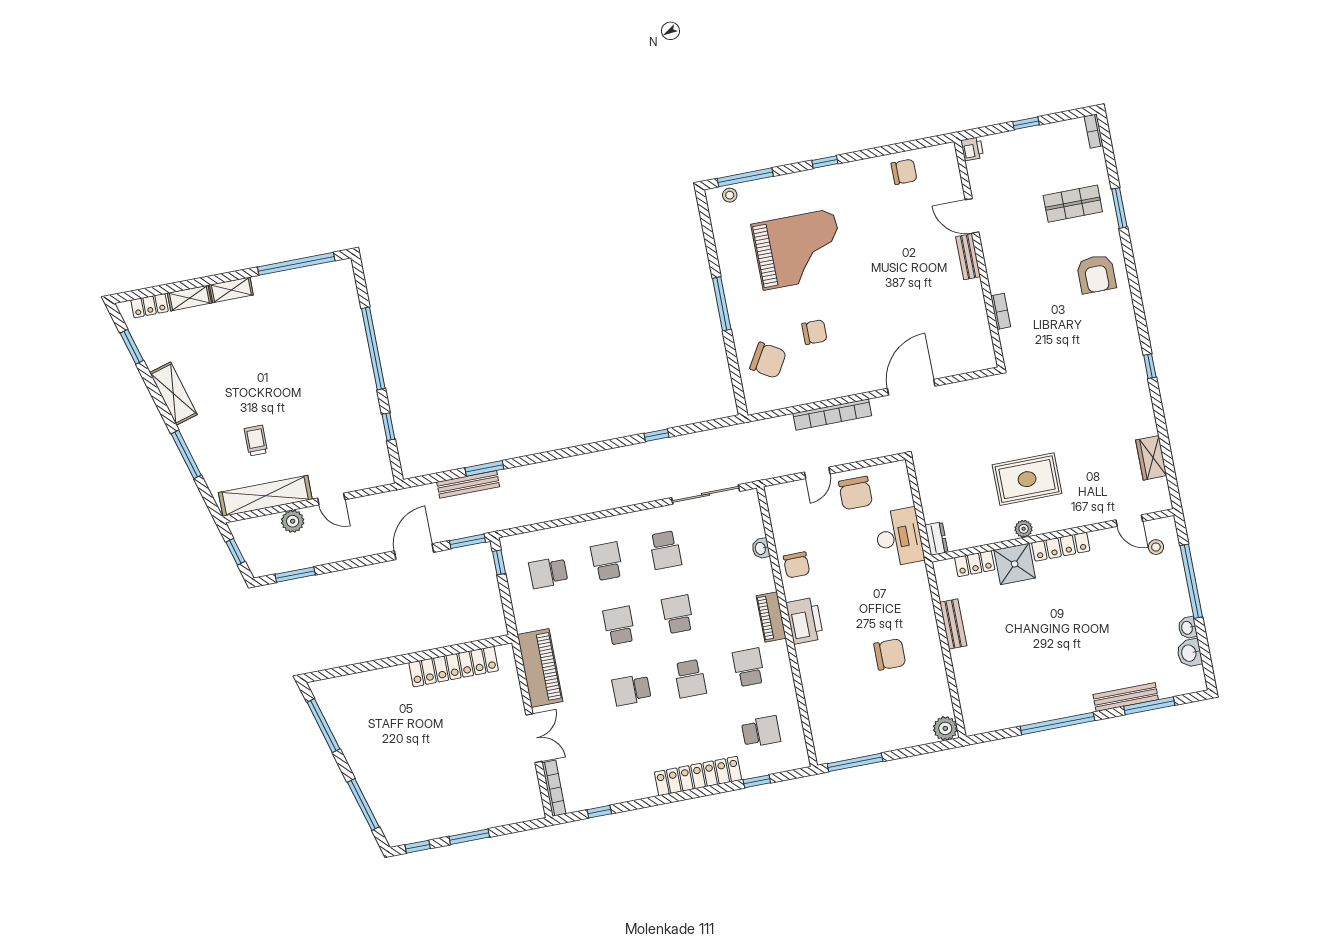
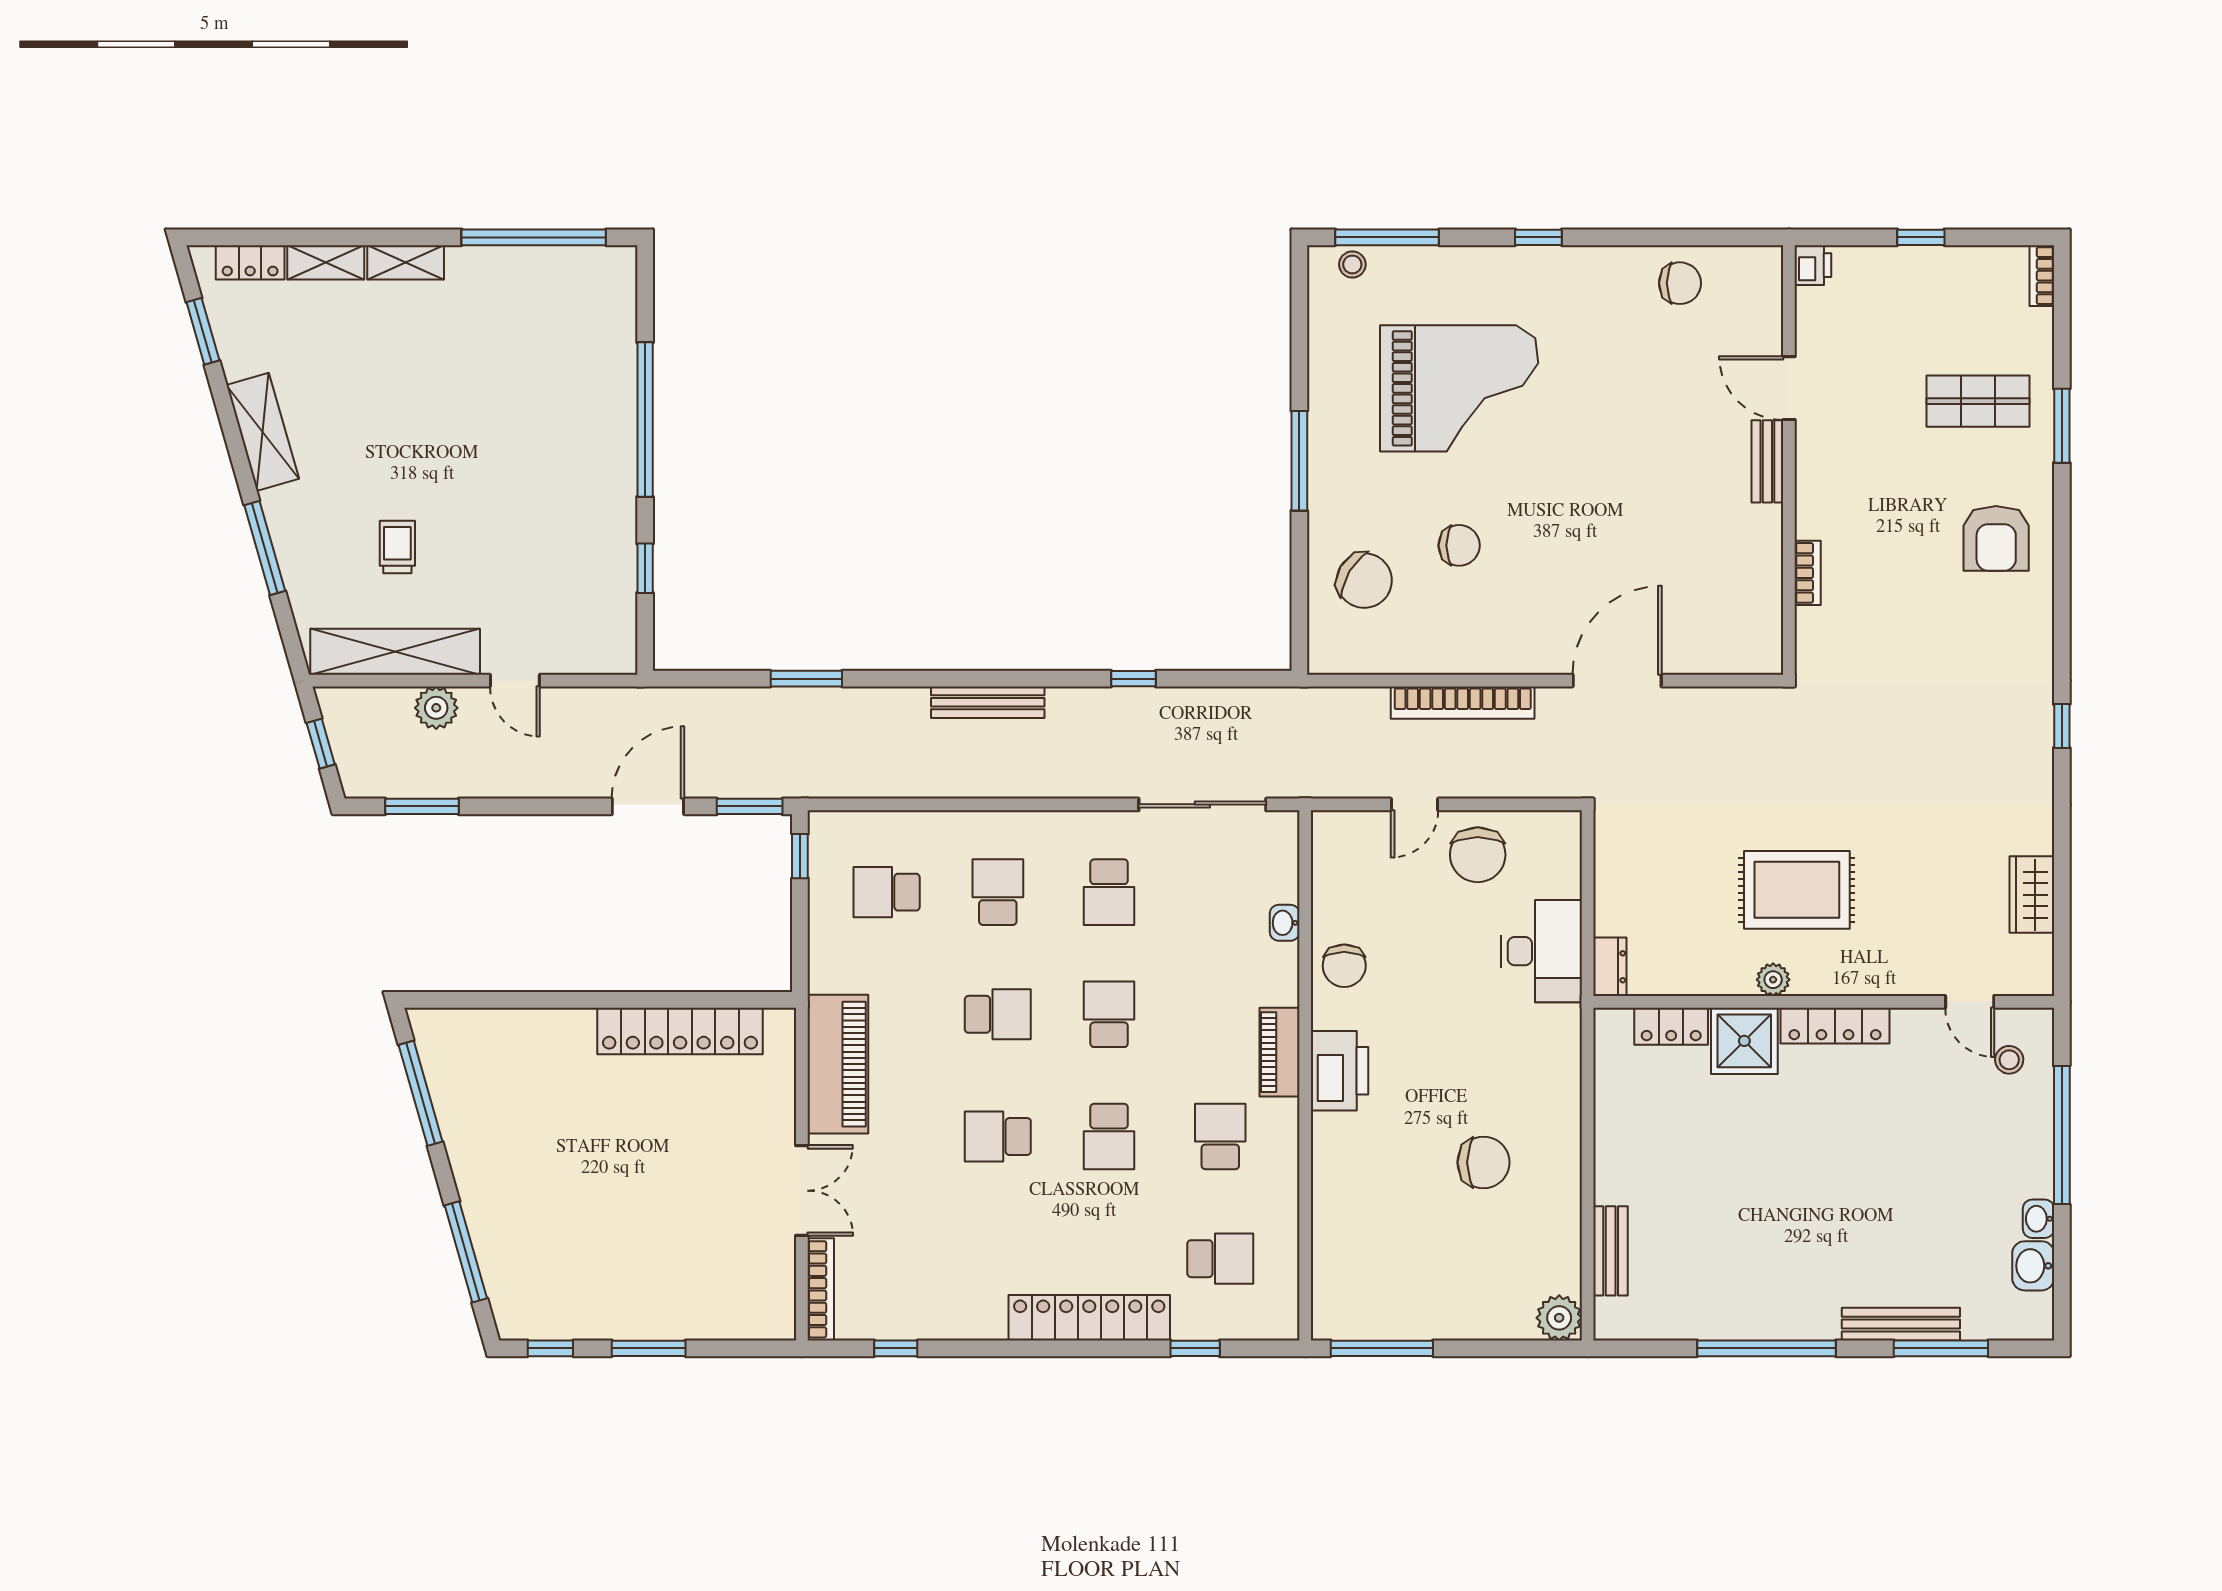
bench: (468, 484) -> (988, 702), moved
bench: (953, 624) -> (1611, 1251), moved
school desk: (619, 626) -> (998, 1014), turned 90

